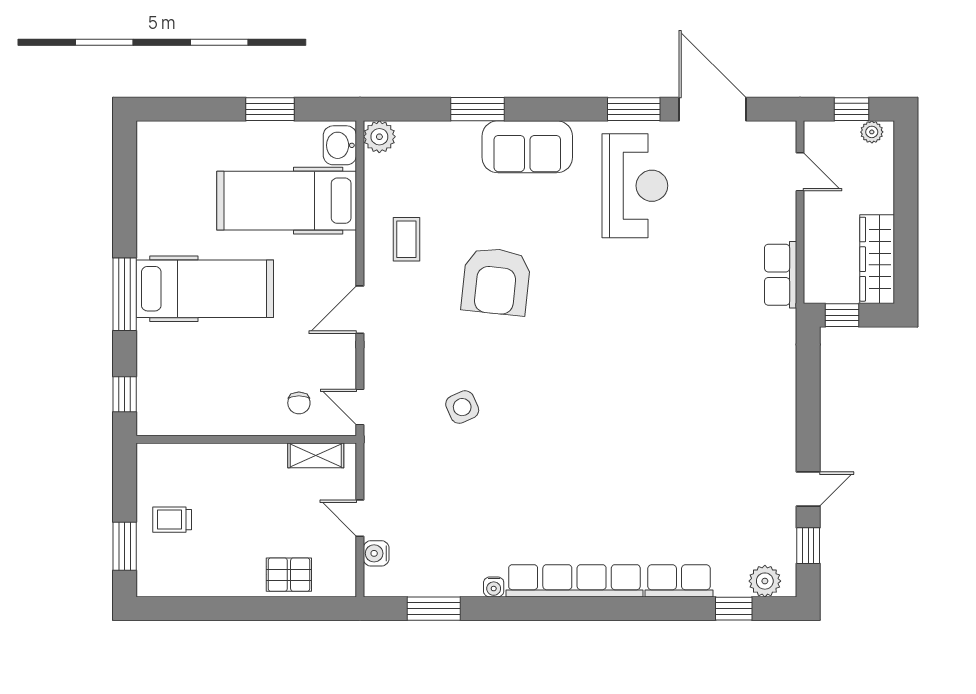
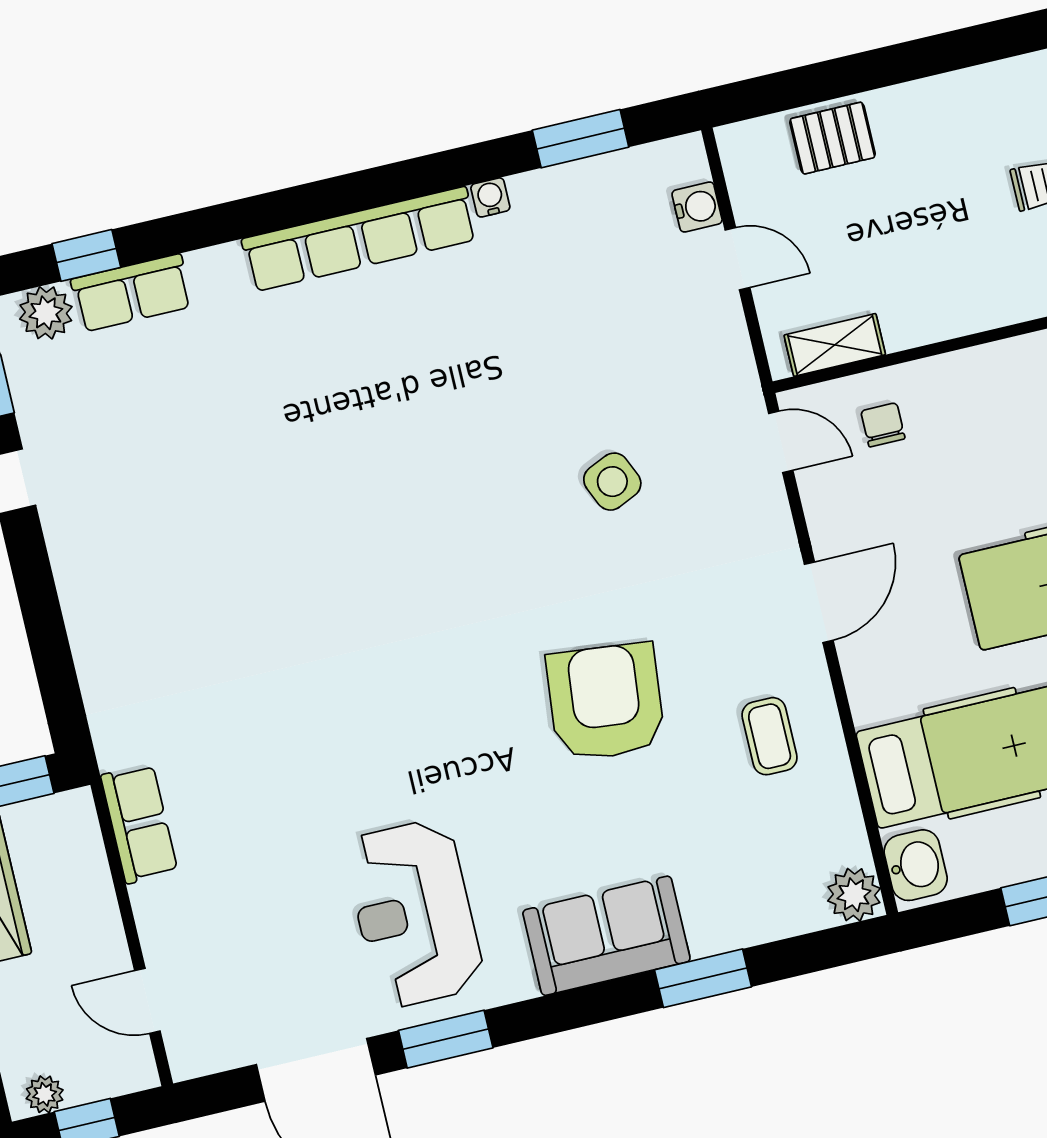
row of seats: (679, 581) -> (132, 293), moved

